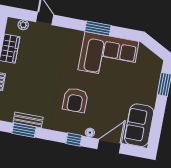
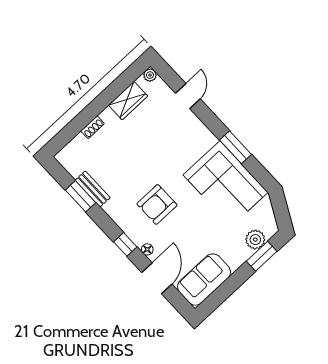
plant: (23, 25) -> (150, 75), moved
plant: (153, 77) -> (255, 240), added
door: (109, 146) -> (157, 278), hinge flipped

